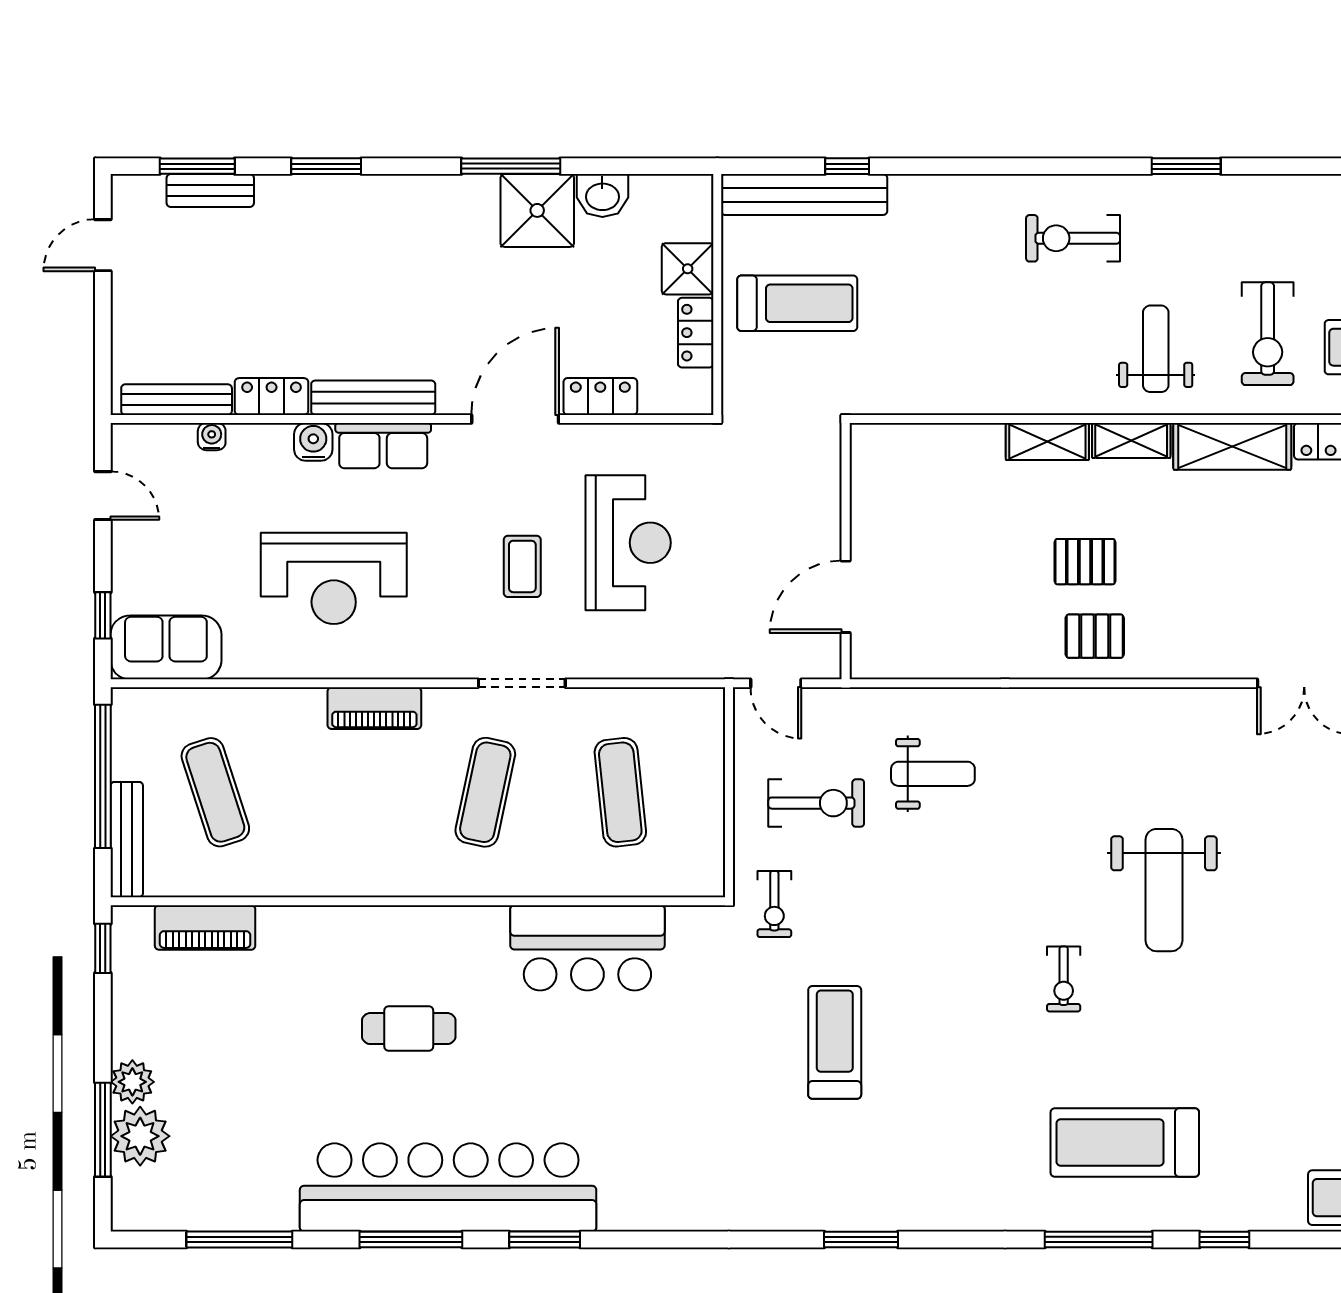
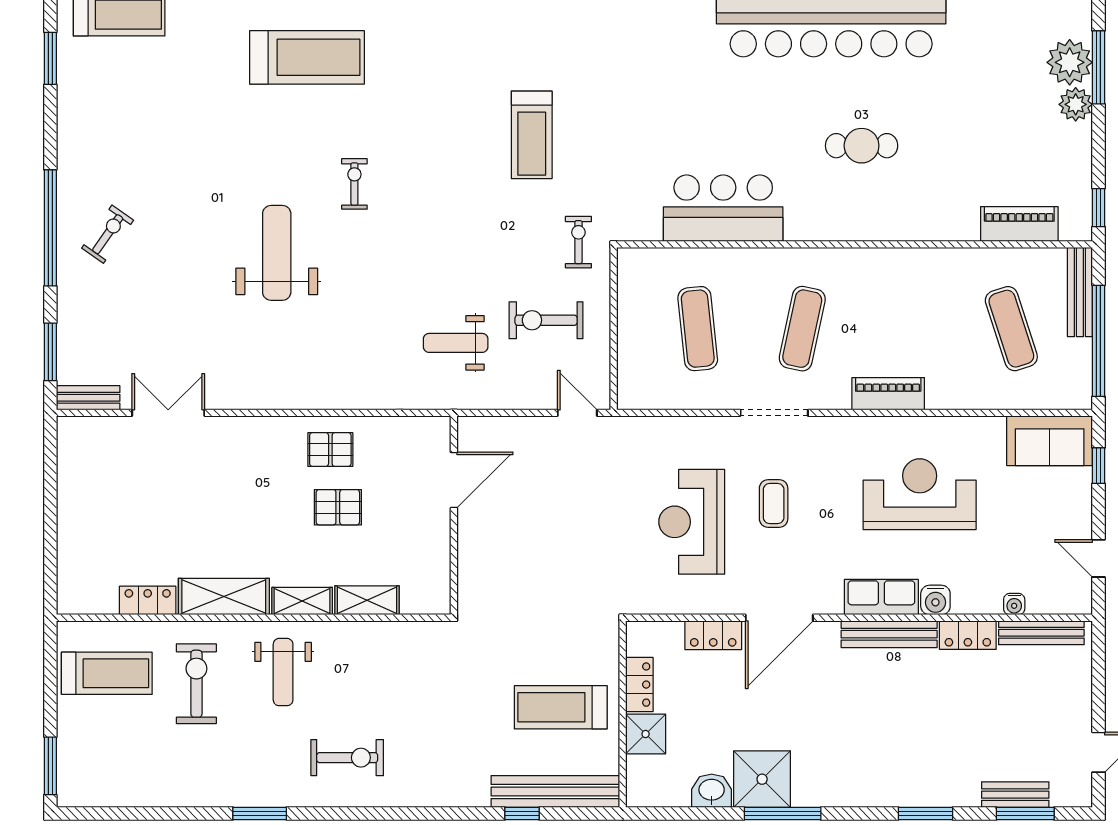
wall: (846, 551) -> (454, 515), moved
door: (846, 597) -> (454, 480), moved

